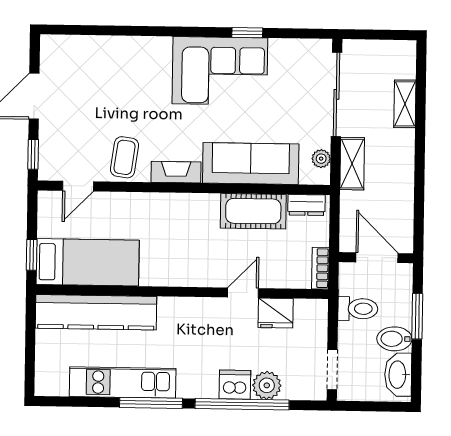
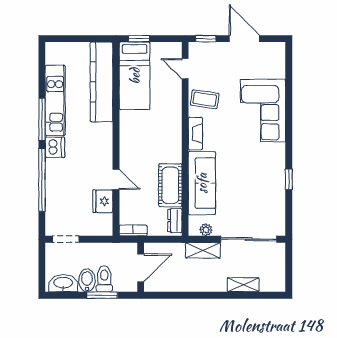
corner sofa: (220, 71) -> (263, 111), moved
toilet: (358, 309) -> (104, 279), moved, turned 180
dishwasher: (235, 385) -> (55, 147), moved
plant: (267, 385) -> (55, 196), removed

